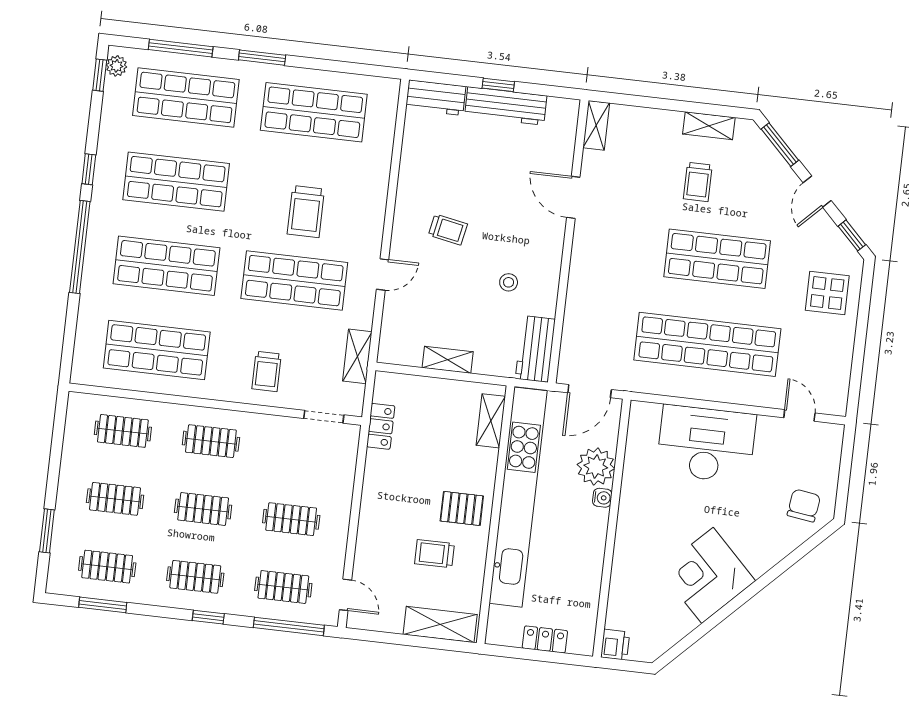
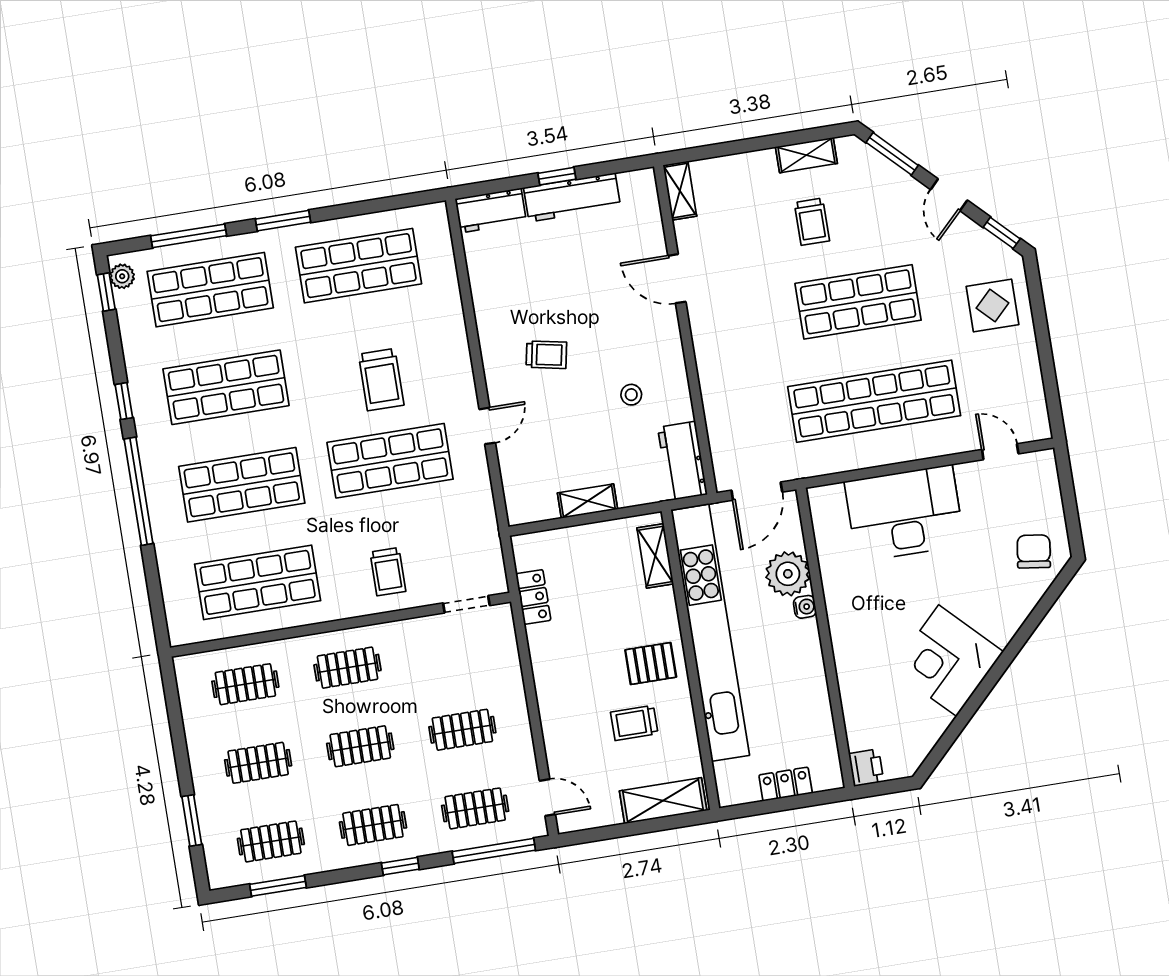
shelving: (357, 356) -> (485, 526), removed

